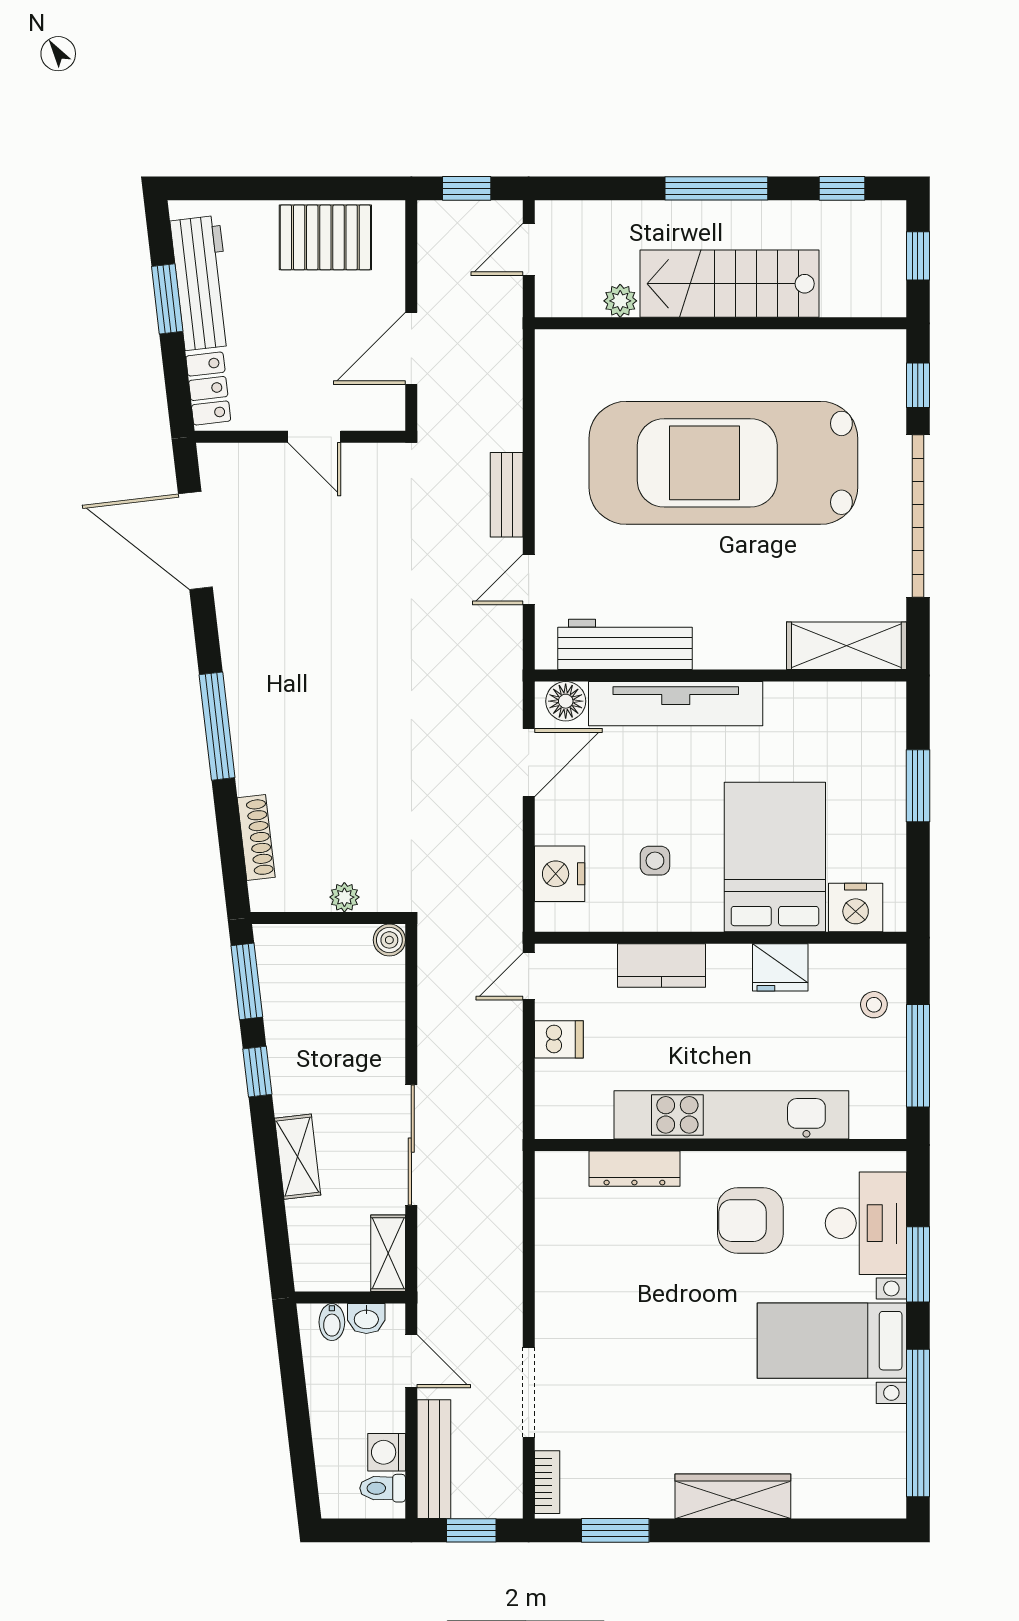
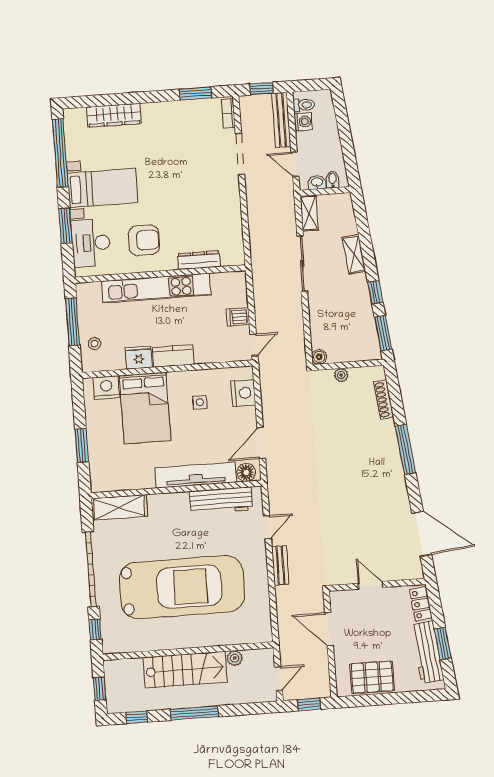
door: (411, 348) -> (329, 629), swing flipped
kitchen counter: (662, 965) -> (173, 356), moved
wardrobe: (733, 1496) -> (114, 115), moved

